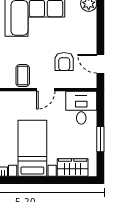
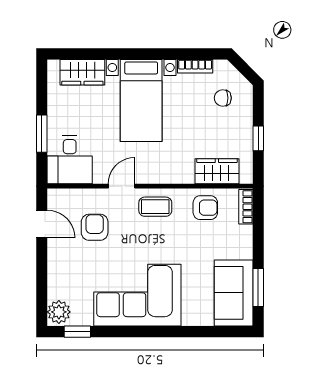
coffee table: (23, 76) -> (155, 207), turned 90
window: (100, 139) -> (42, 134), moved

